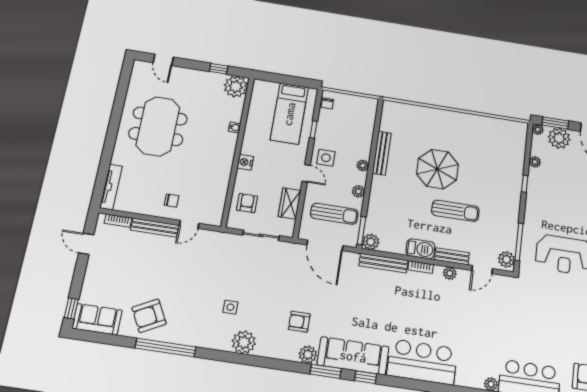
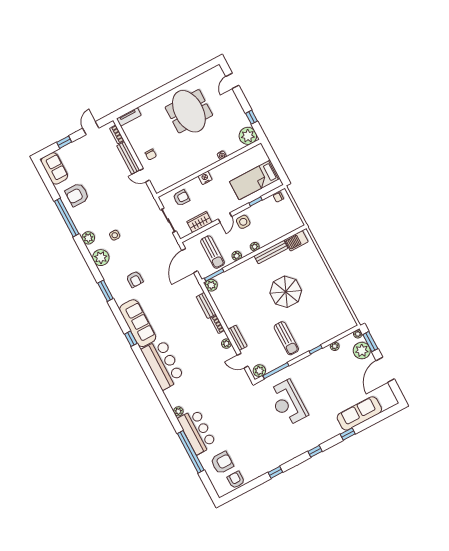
meeting table: (158, 126) -> (189, 111), turned 90
tv unit: (111, 187) -> (129, 117), width x0.71
sun lounger: (455, 211) -> (286, 338), moved
barbecue: (420, 249) -> (296, 241), moved, turned 90
bench: (383, 263) -> (206, 306), width x0.73
window: (71, 308) -> (64, 142), moved
armchair: (149, 316) -> (77, 195), turned -62
armchair: (299, 322) -> (135, 279), turned 180
plant: (308, 355) -> (88, 238), moved
window: (326, 371) -> (105, 291), moved

